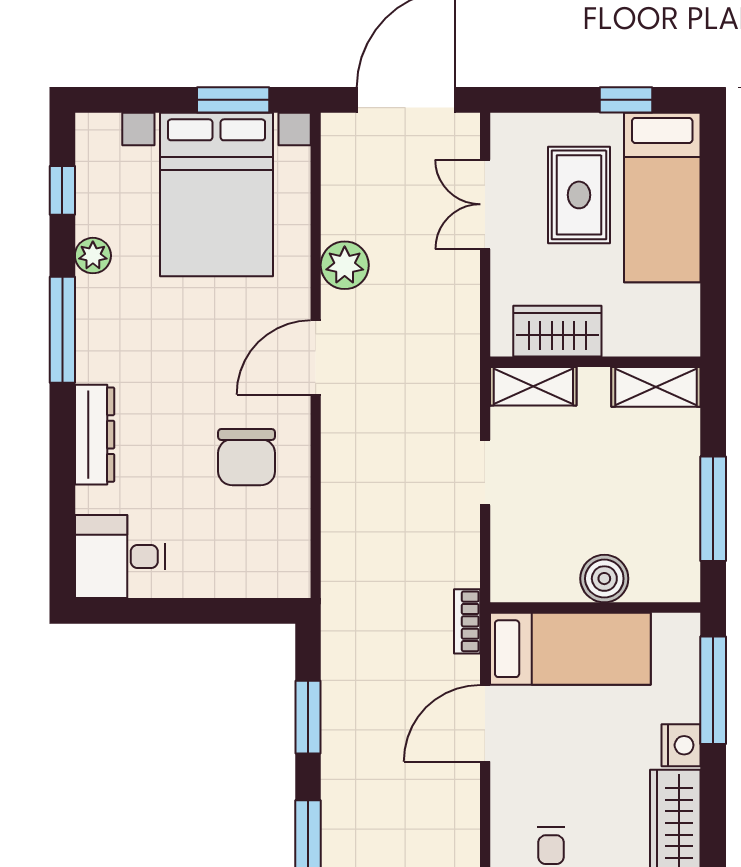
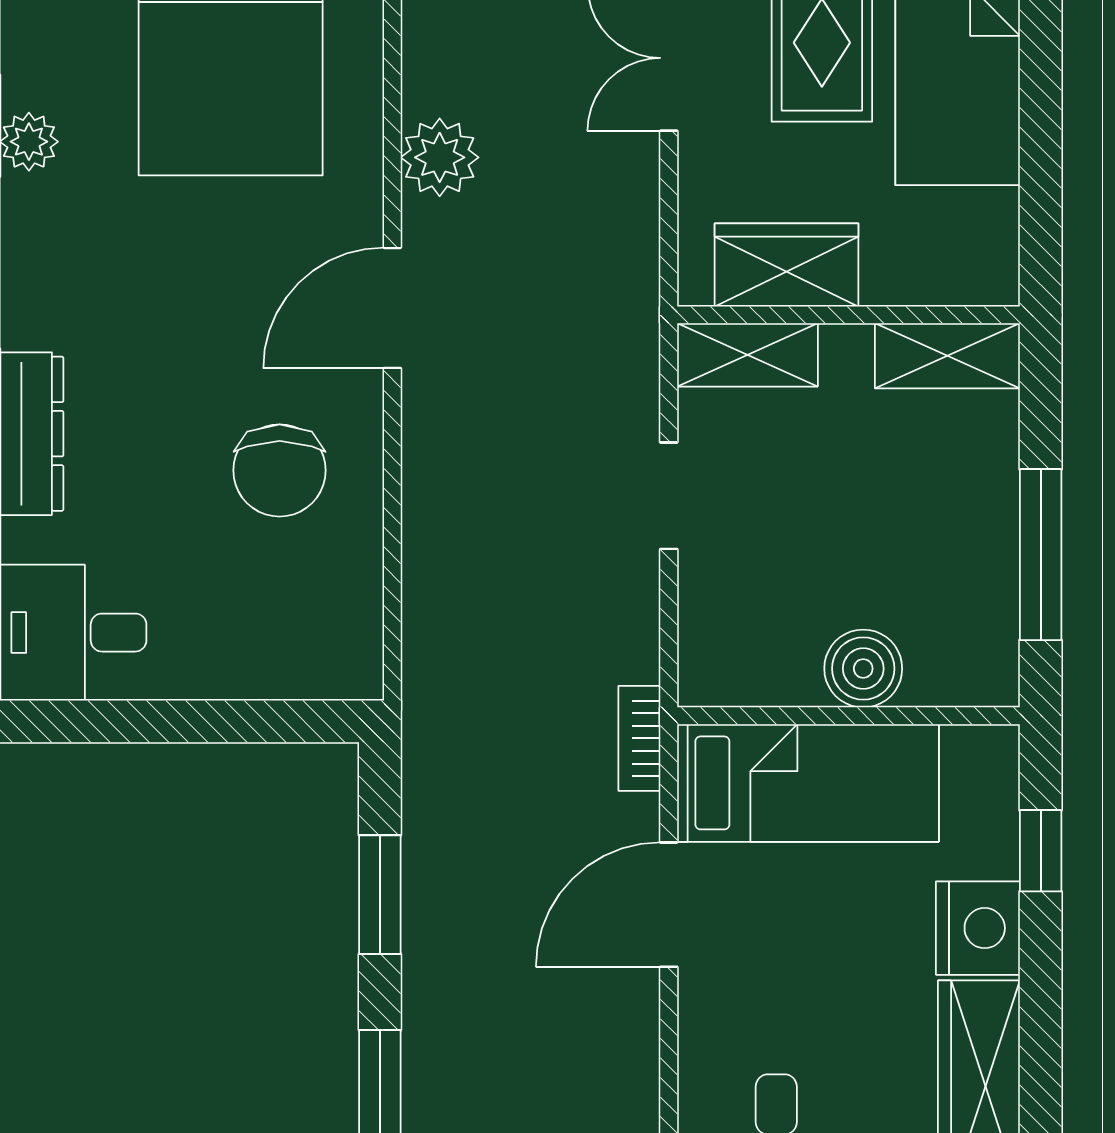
window: (713, 690) -> (1041, 851), width x0.46
nightstand: (681, 745) -> (978, 928), width x1.36, depth x1.33

